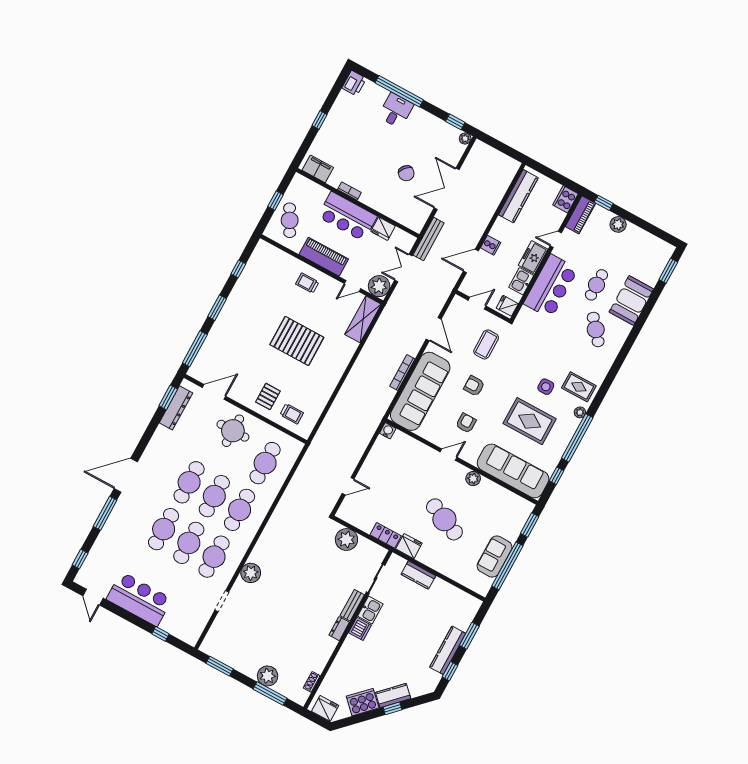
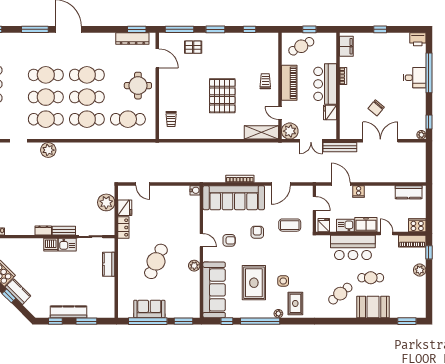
kitchen counter: (518, 196) -> (409, 192), width x0.67
double door: (403, 268) -> (311, 141), swing flipped
pallet: (268, 396) -> (193, 47), moved
fridge: (409, 546) -> (125, 208), moved

